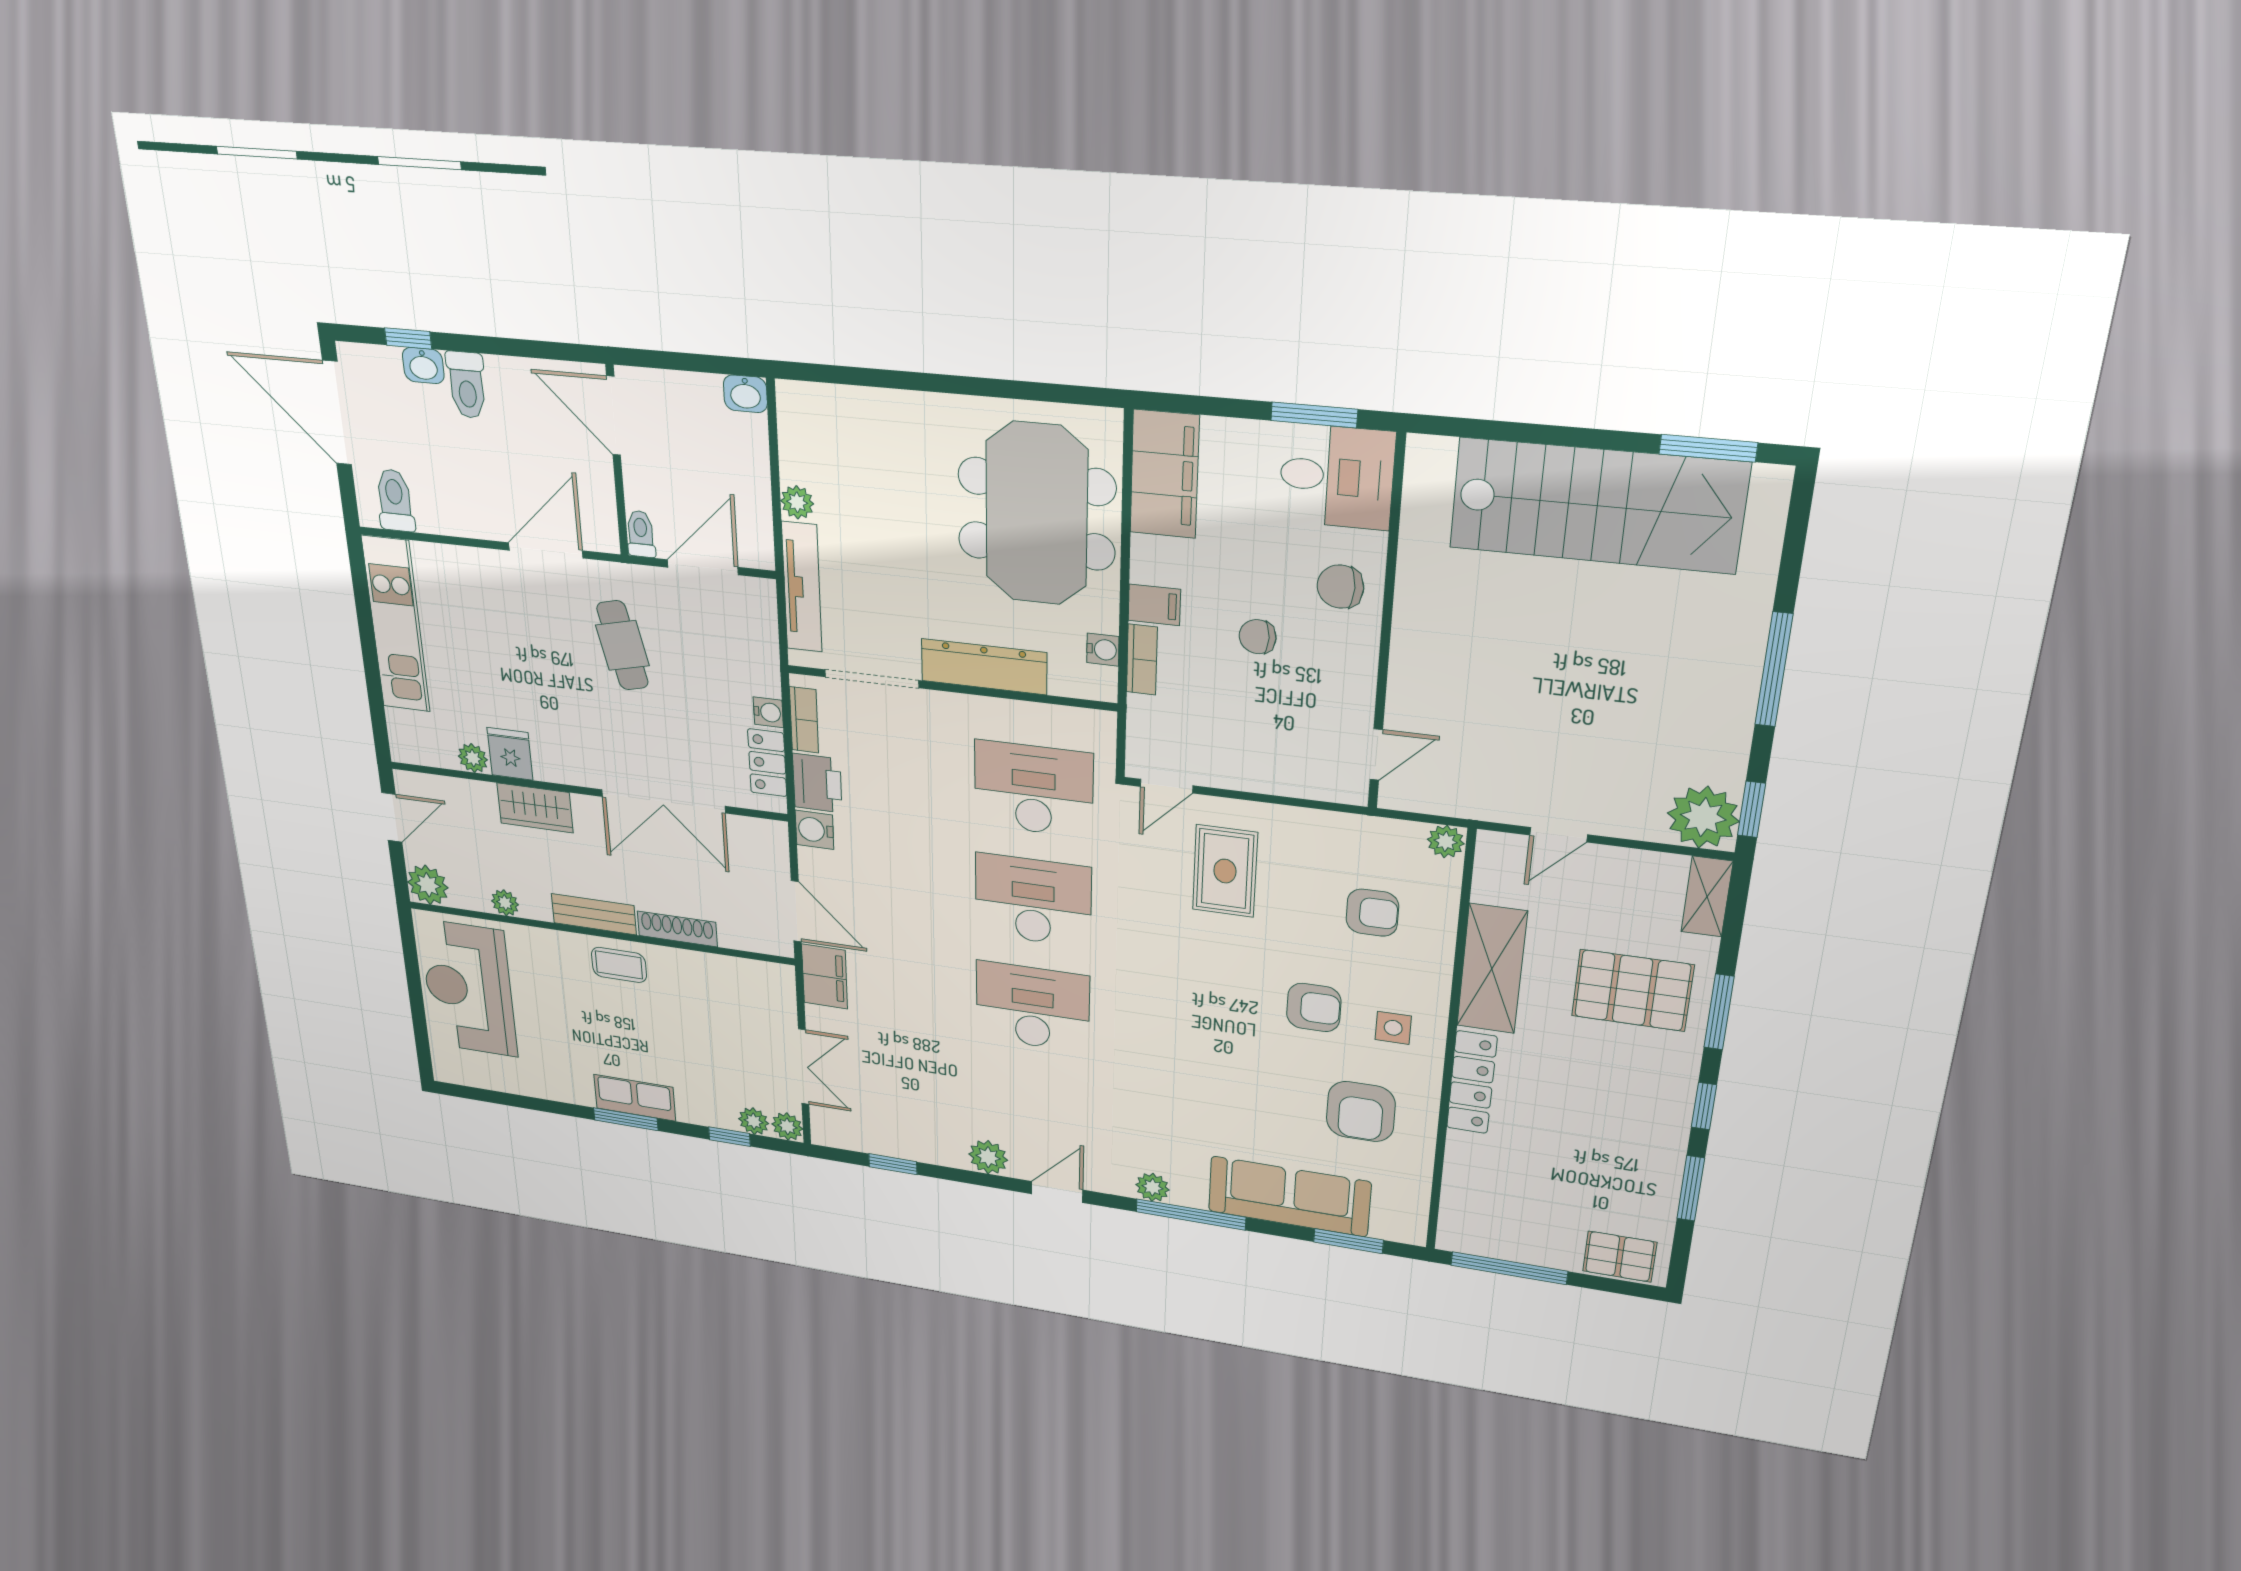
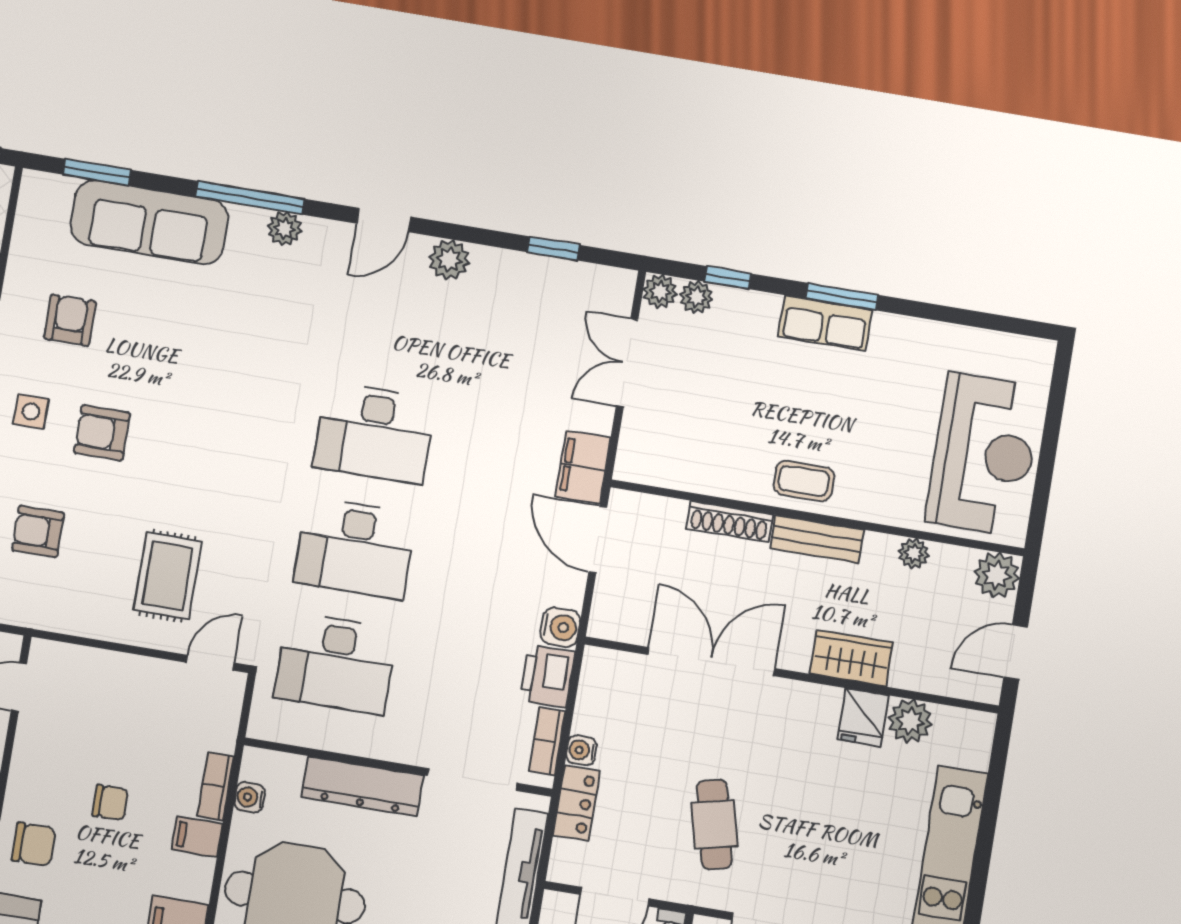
plant: (473, 758) -> (910, 721), width x1.38, depth x1.38
locker: (767, 763) -> (576, 803), moved
armchair: (1361, 1112) -> (70, 320), width x0.72, depth x0.72

